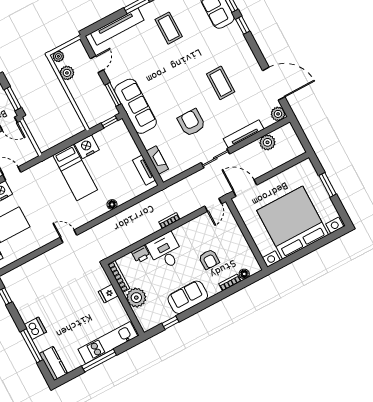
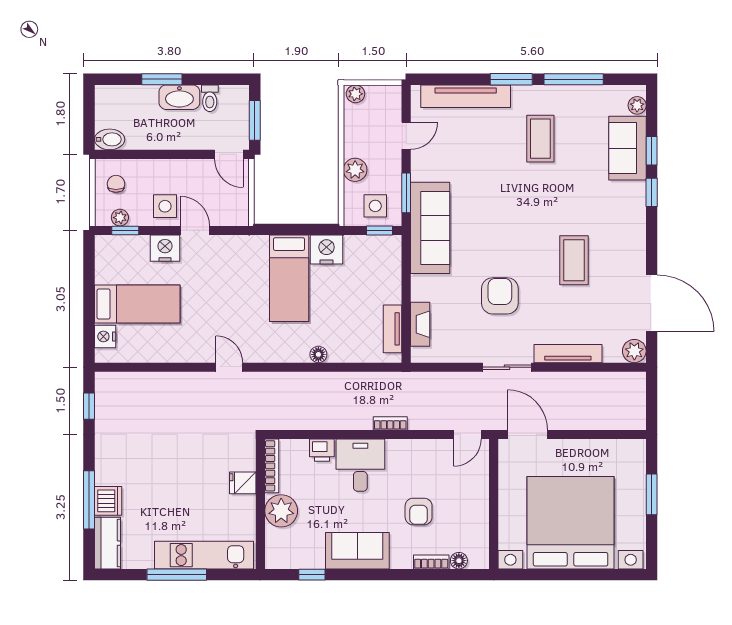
plant: (67, 73) -> (355, 170), moved
side table: (100, 110) -> (375, 206), added
plant: (267, 142) -> (596, 385), removed
dishwasher: (35, 328) -> (108, 501), moved

